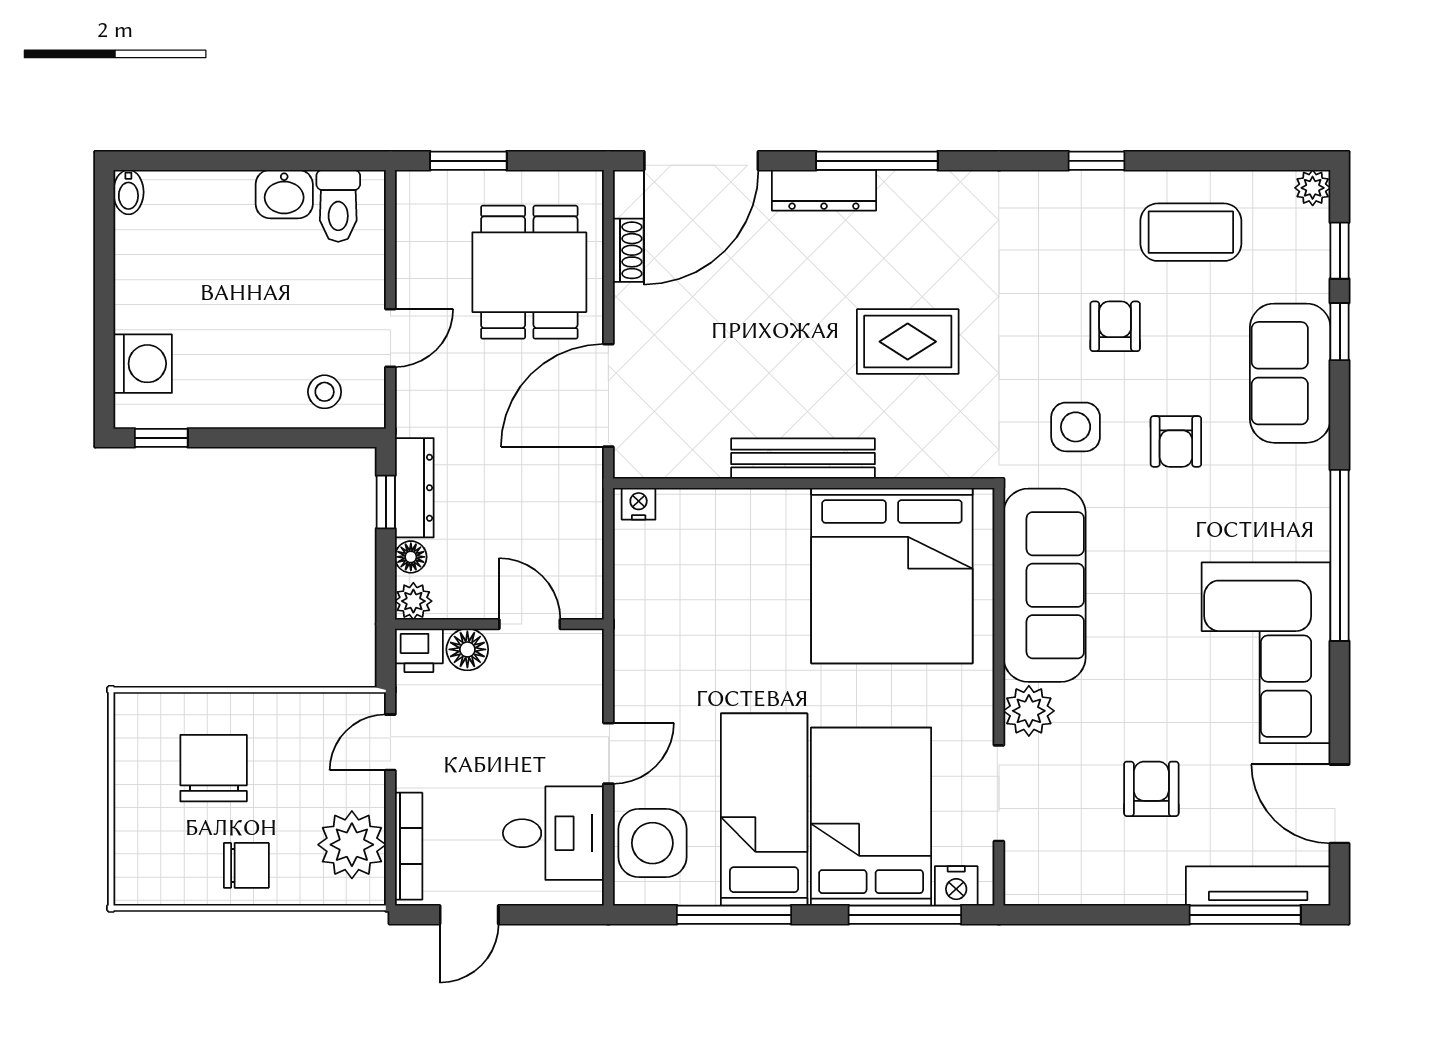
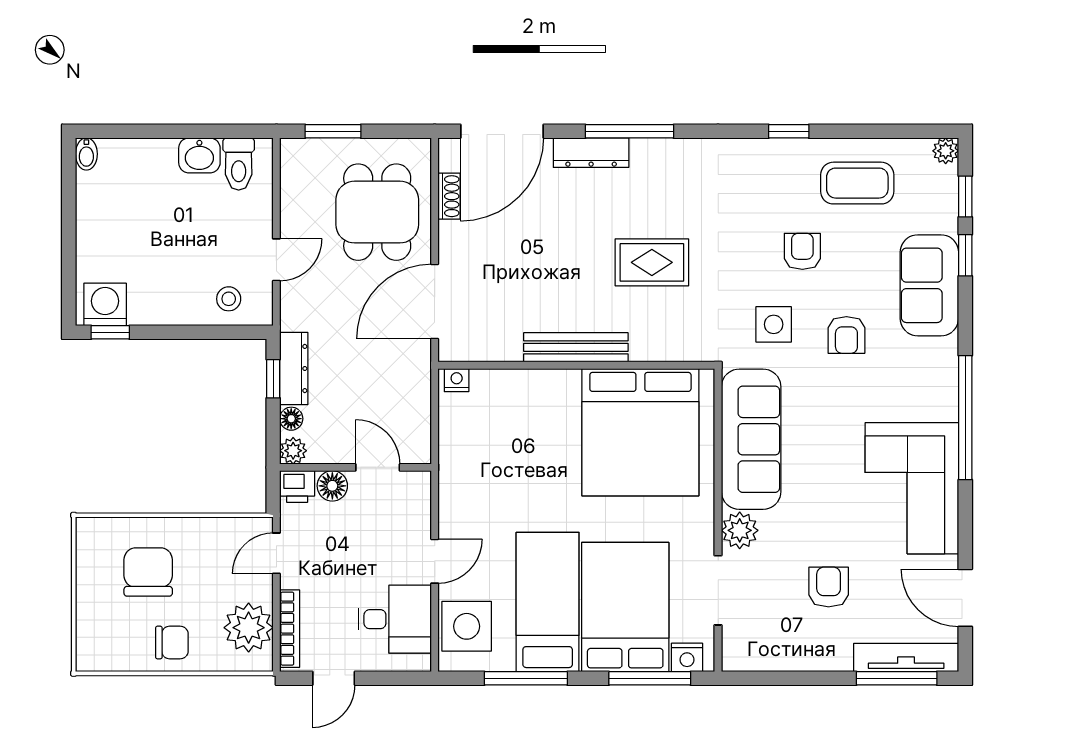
washing machine: (143, 364) -> (105, 304), moved, turned -90

